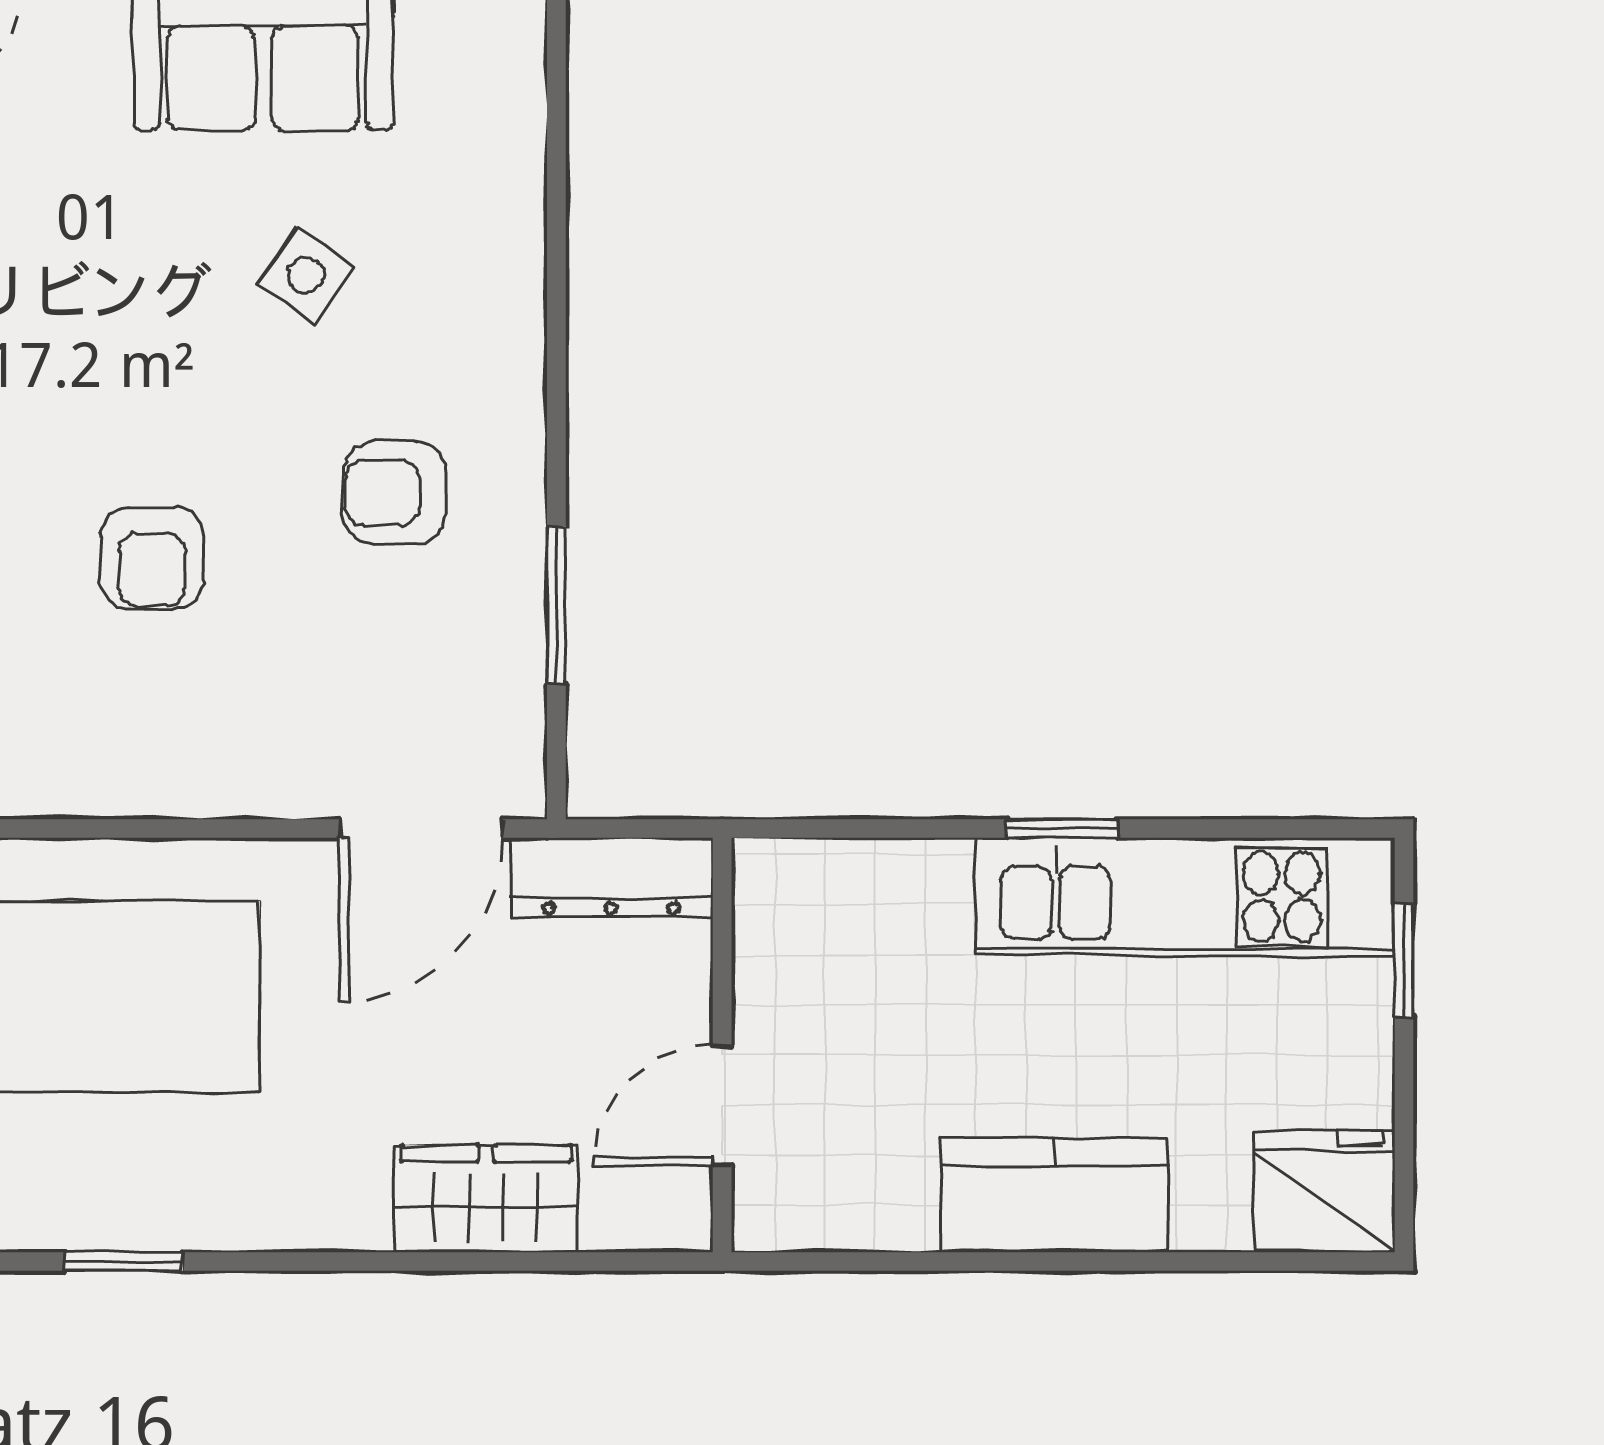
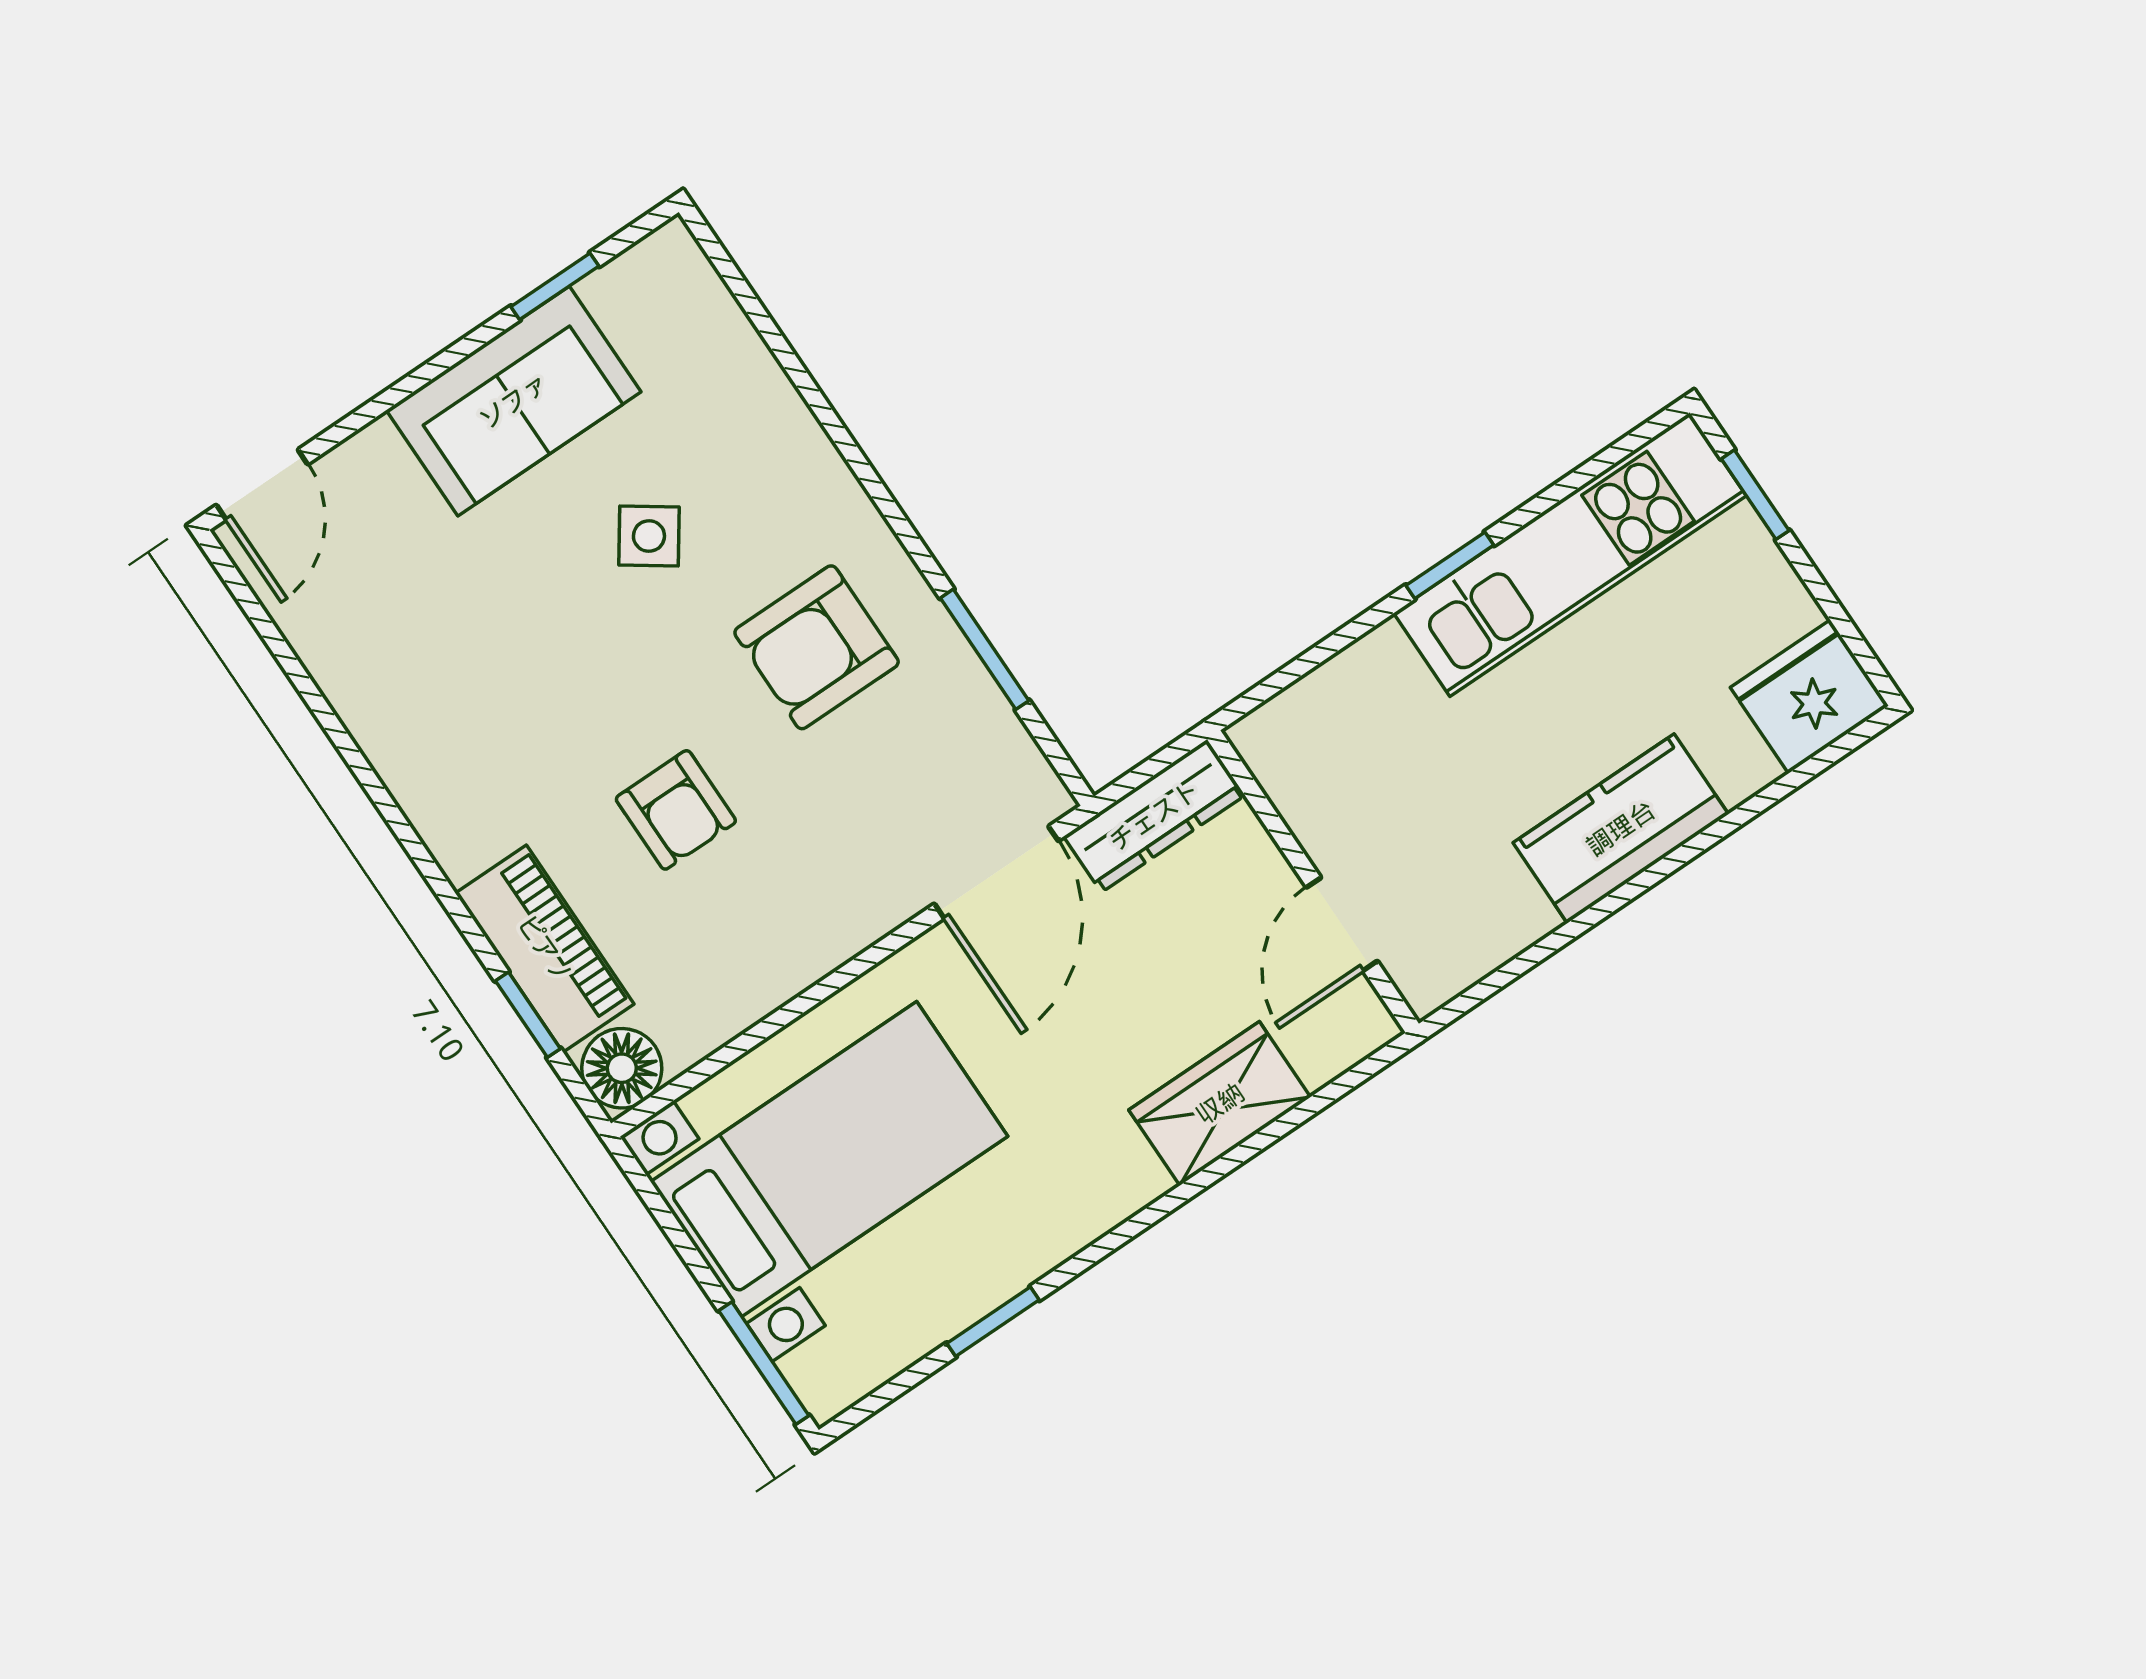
armchair: (395, 493) -> (817, 647), width x1.38, depth x1.38

